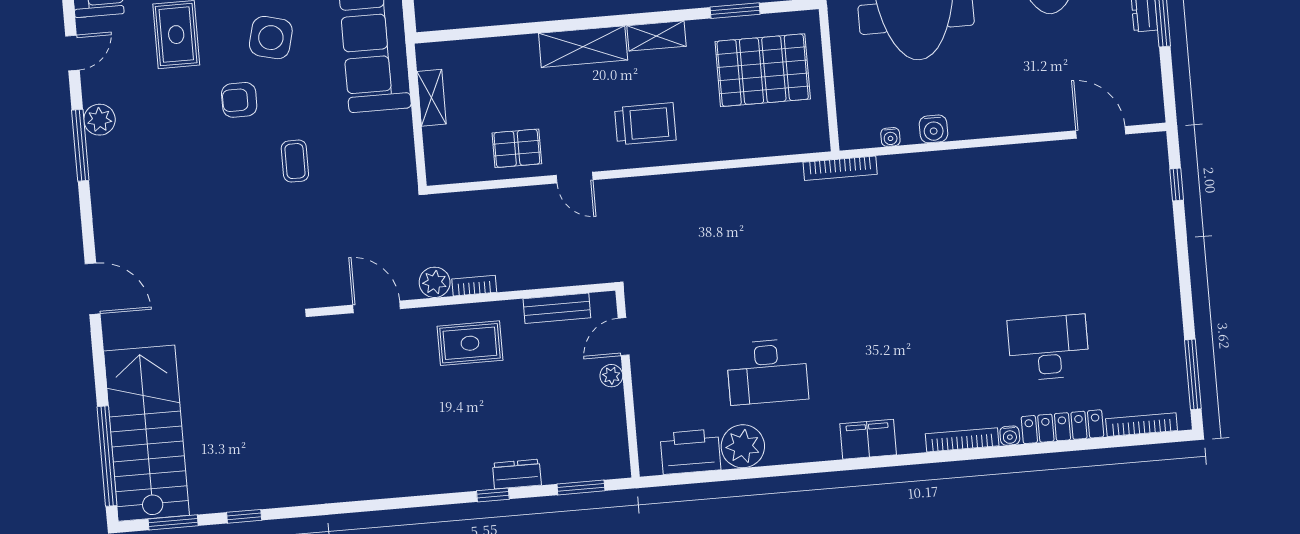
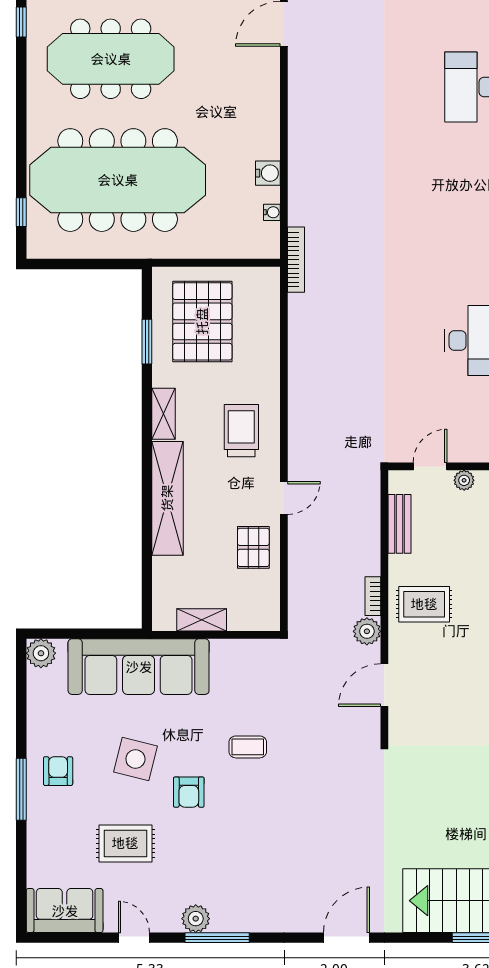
shelving: (583, 47) -> (167, 498), width x1.47
door: (624, 337) -> (430, 466), swing flipped
rug: (470, 343) -> (424, 604), turned 90

